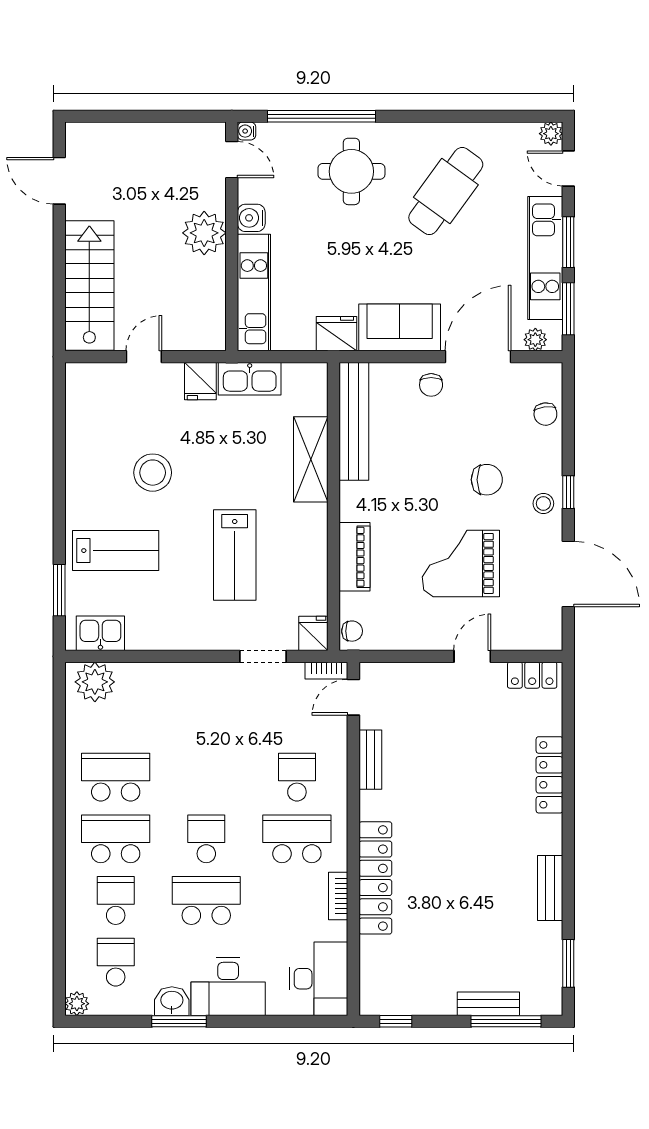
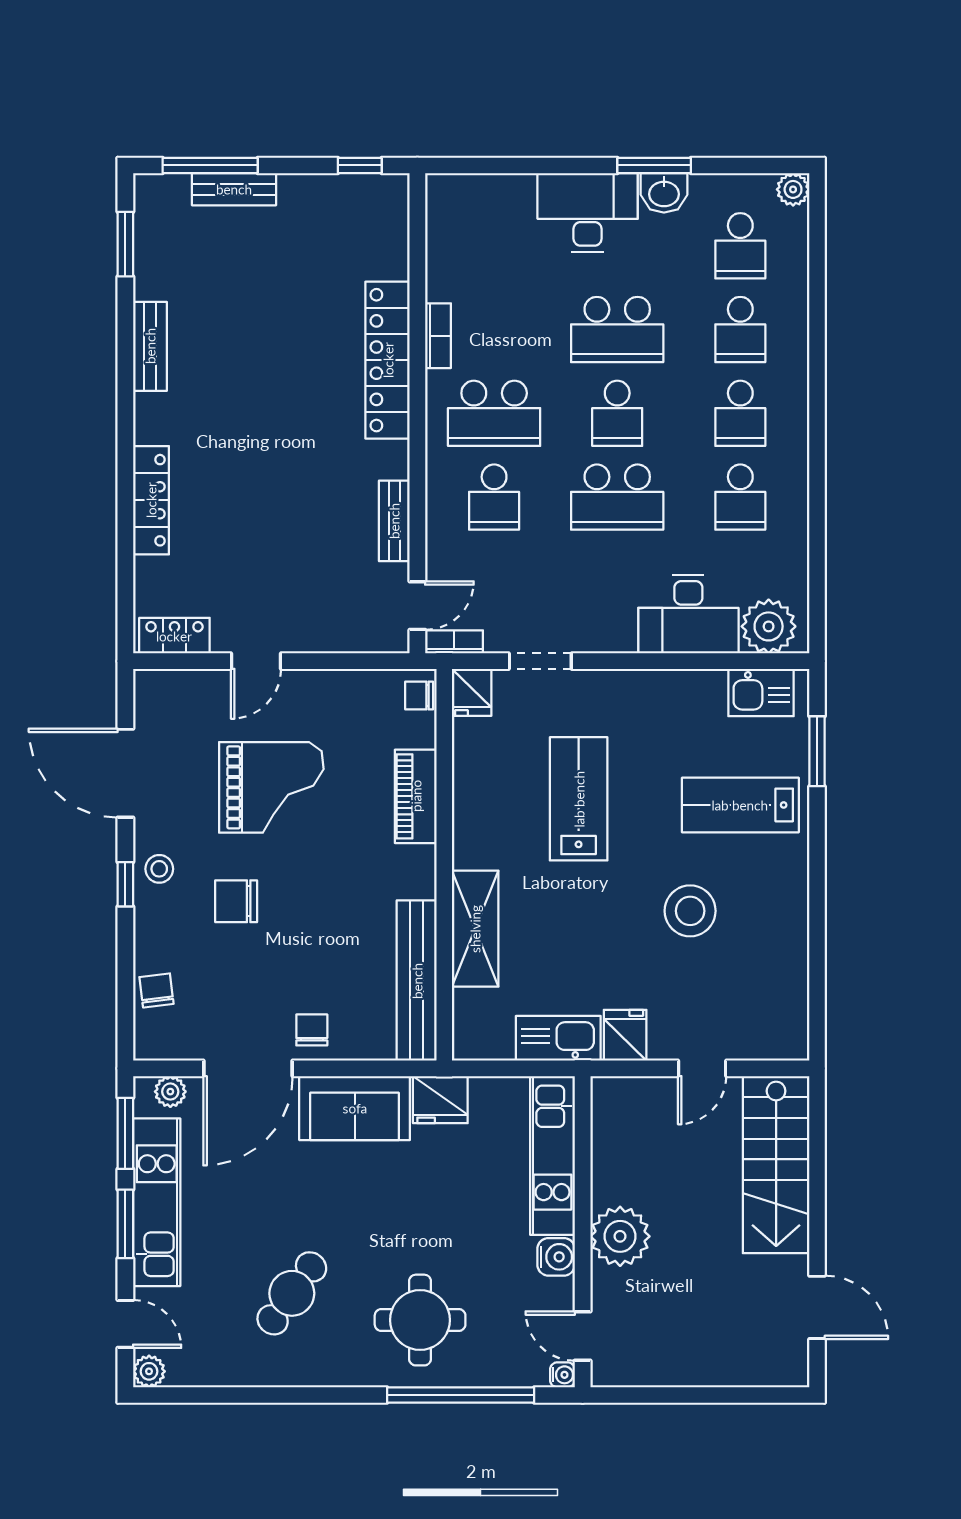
cafe table: (446, 191) -> (292, 1293), width x0.73, depth x0.74
school desk: (116, 777) -> (740, 497), width x0.54
school desk: (206, 777) -> (617, 497), added
school desk: (116, 839) -> (740, 413), width x0.54
desk: (319, 979) -> (688, 614), moved, turned -90

